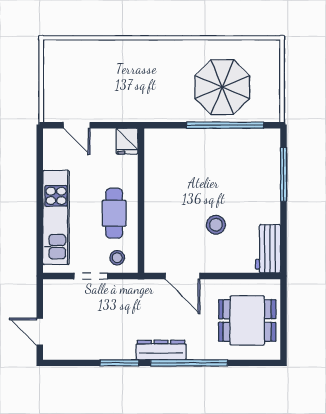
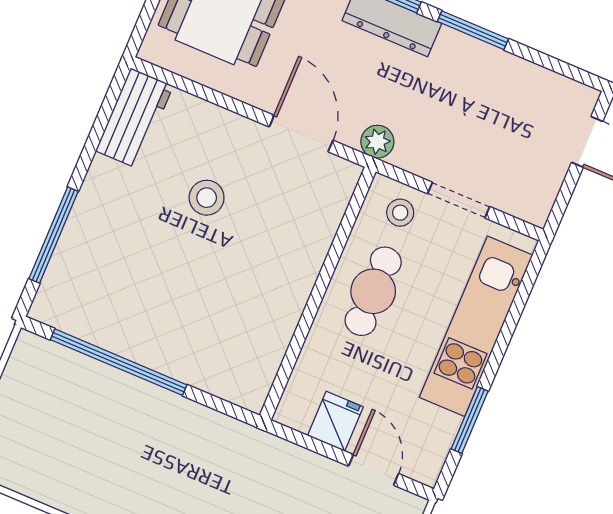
parasol: (222, 87) -> (96, 430), removed
fridge: (127, 141) -> (335, 421), moved
window: (40, 170) -> (470, 420), added
plant: (143, 288) -> (377, 142), added

